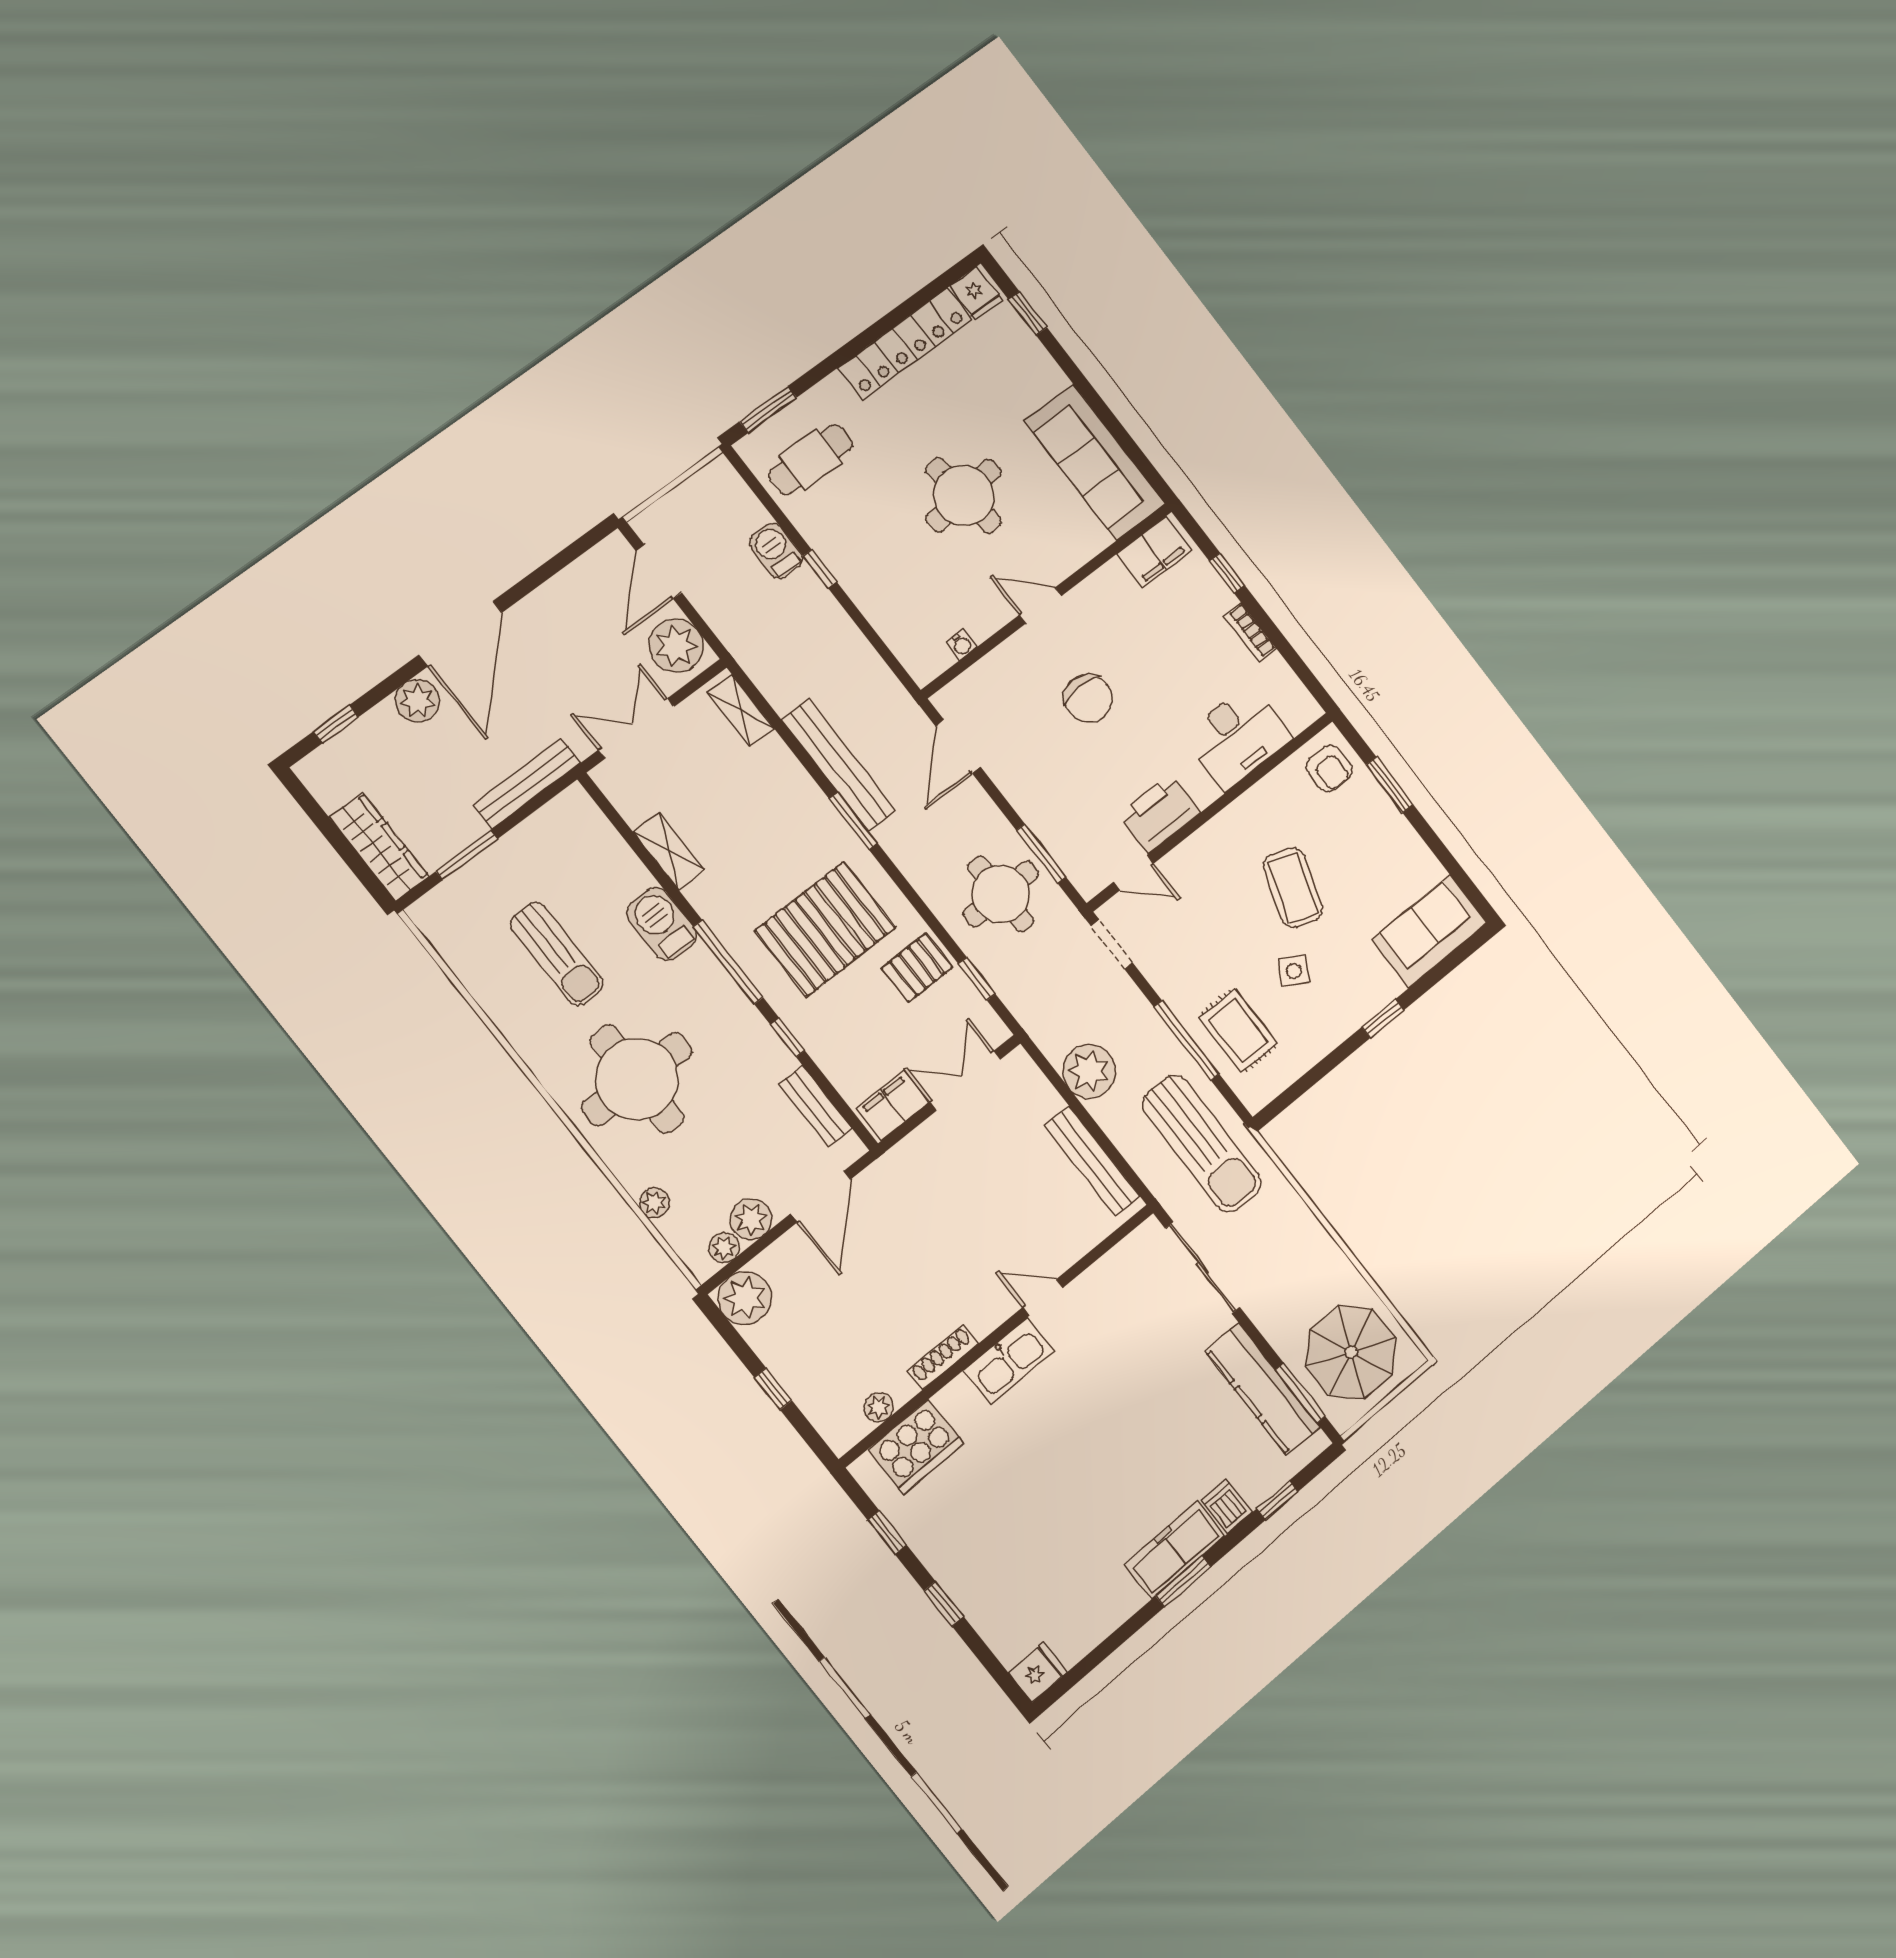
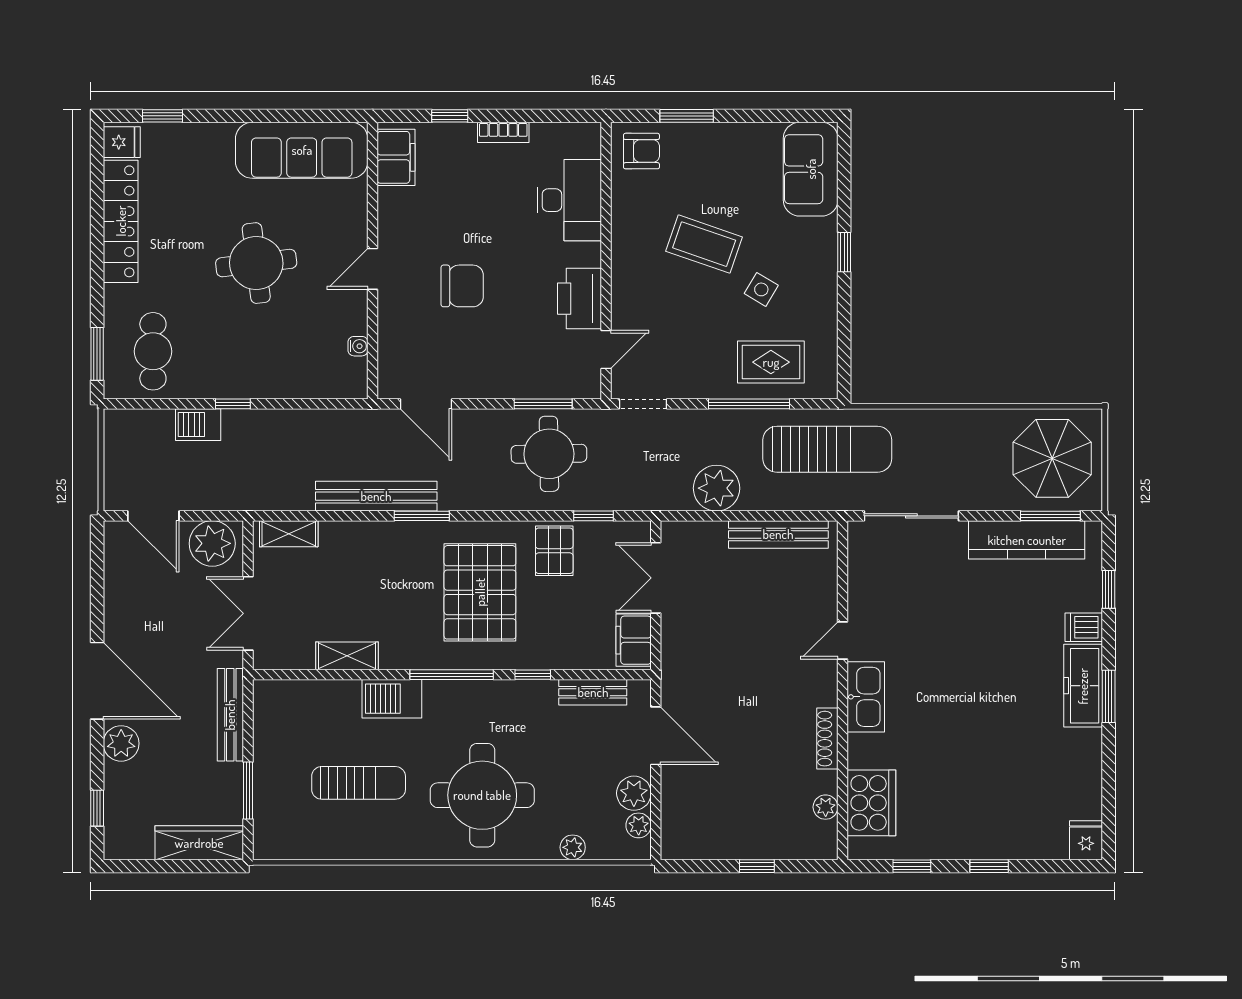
plant: (745, 1298) -> (683, 838), removed

